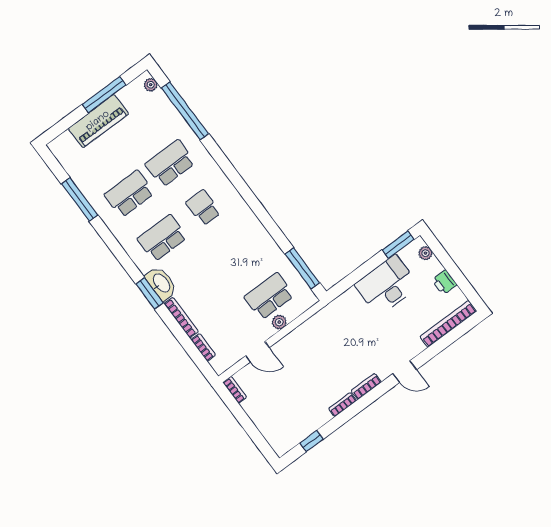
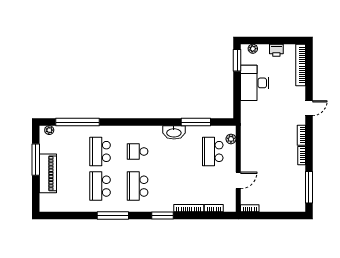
window: (80, 199) -> (113, 216), moved
window: (302, 268) -> (196, 122), moved
washbasin: (161, 283) -> (174, 132), moved, turned 180
plant: (279, 322) -> (231, 139), moved
window: (312, 441) -> (309, 187), width x2.17

